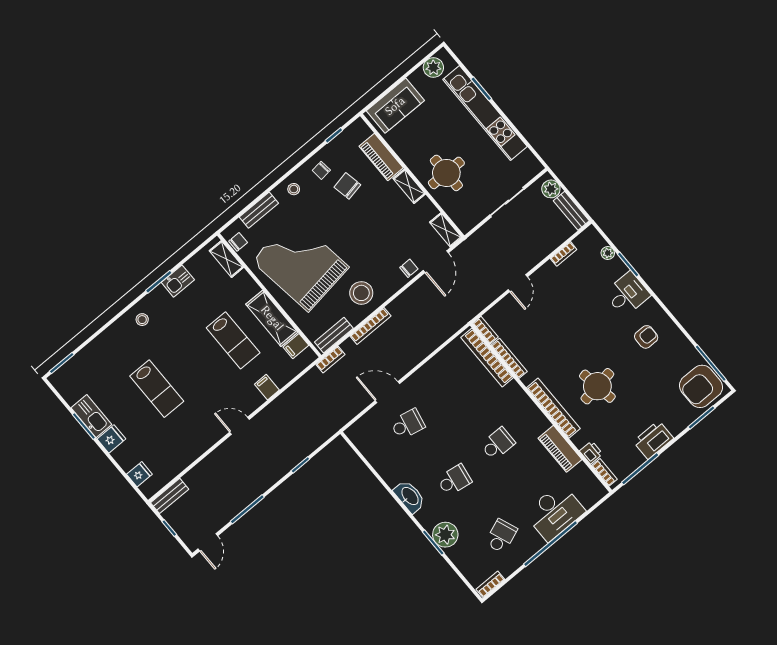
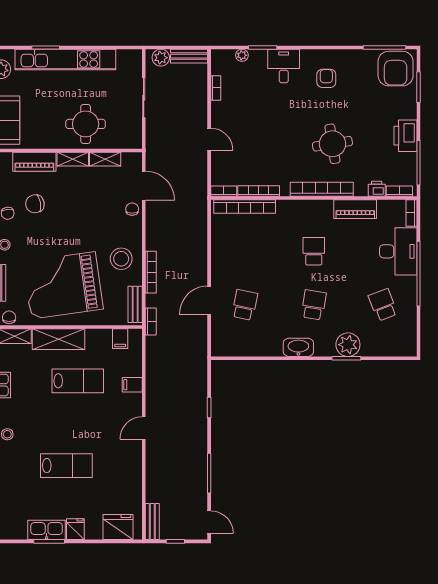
shelving: (446, 230) -> (105, 159), moved
shelving: (272, 318) -> (59, 339), moved
fridge: (139, 474) -> (118, 527), width x1.88, depth x1.34
bookcase: (490, 584) -> (411, 213), moved

